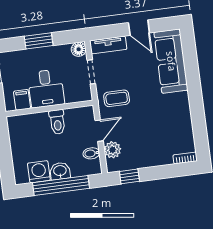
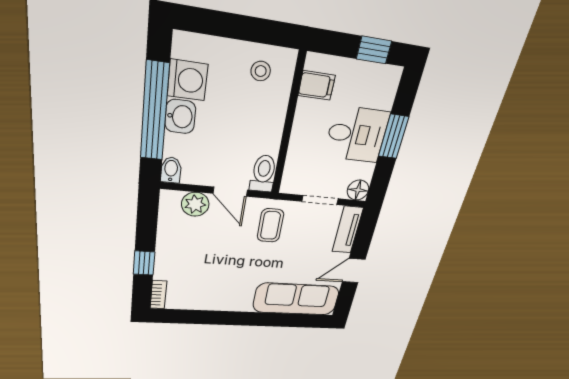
desk: (46, 88) -> (357, 134), moved, turned 180
toilet: (57, 122) -> (263, 174), moved, turned 90
stool: (23, 134) -> (261, 71), added
bidet: (91, 153) -> (171, 170), moved
window: (129, 176) -> (144, 263), moved

